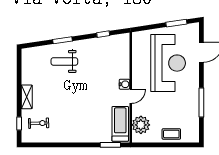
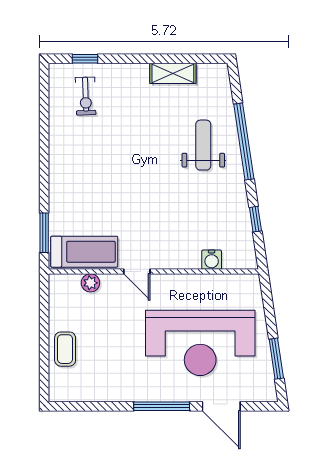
window: (62, 40) -> (244, 142), width x2.11
water cooler: (124, 84) -> (212, 260), moved
shelving: (27, 97) -> (173, 73), moved
window: (201, 102) -> (162, 406), moved
plant: (141, 125) -> (90, 283), width x0.53, depth x0.53

